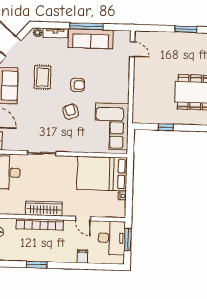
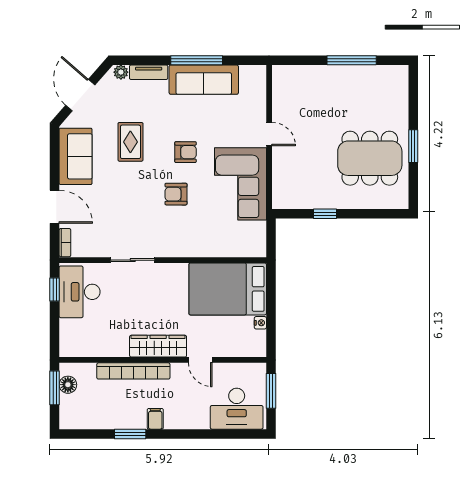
window: (186, 29) -> (352, 60), width x1.44
door: (132, 49) -> (269, 134), moved
armchair: (71, 112) -> (176, 194), turned -71
corner sofa: (112, 126) -> (240, 184), moved
wardrobe: (44, 209) -> (158, 346), moved
desk: (112, 238) -> (237, 409), moved, turned 90
filing cabinet: (82, 256) -> (155, 419), moved

